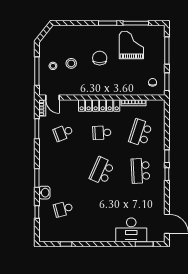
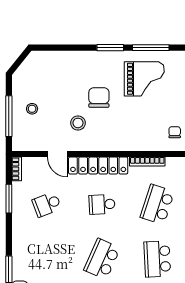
grand piano: (131, 45) -> (144, 79), turned 90
stool: (71, 63) -> (78, 123), moved
door: (53, 97) -> (57, 154), moved

